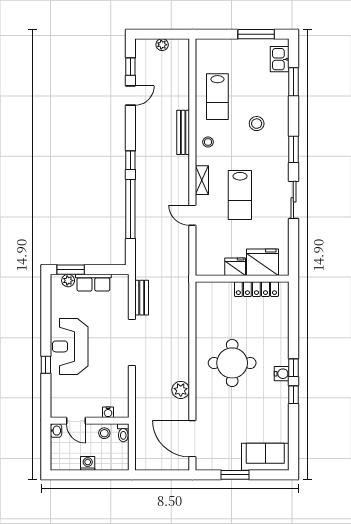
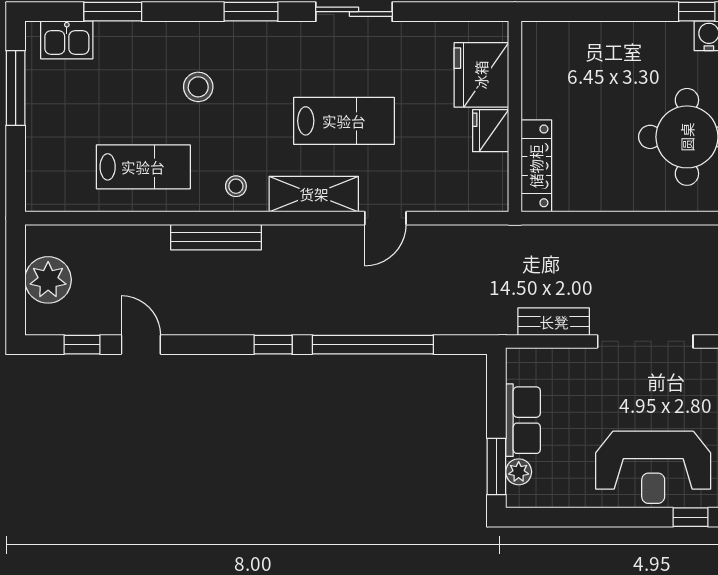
plant: (162, 45) -> (48, 280), width x1.88, depth x1.88
shelving: (202, 180) -> (314, 194), width x1.50, depth x1.33
locker: (256, 289) -> (536, 166), moved

